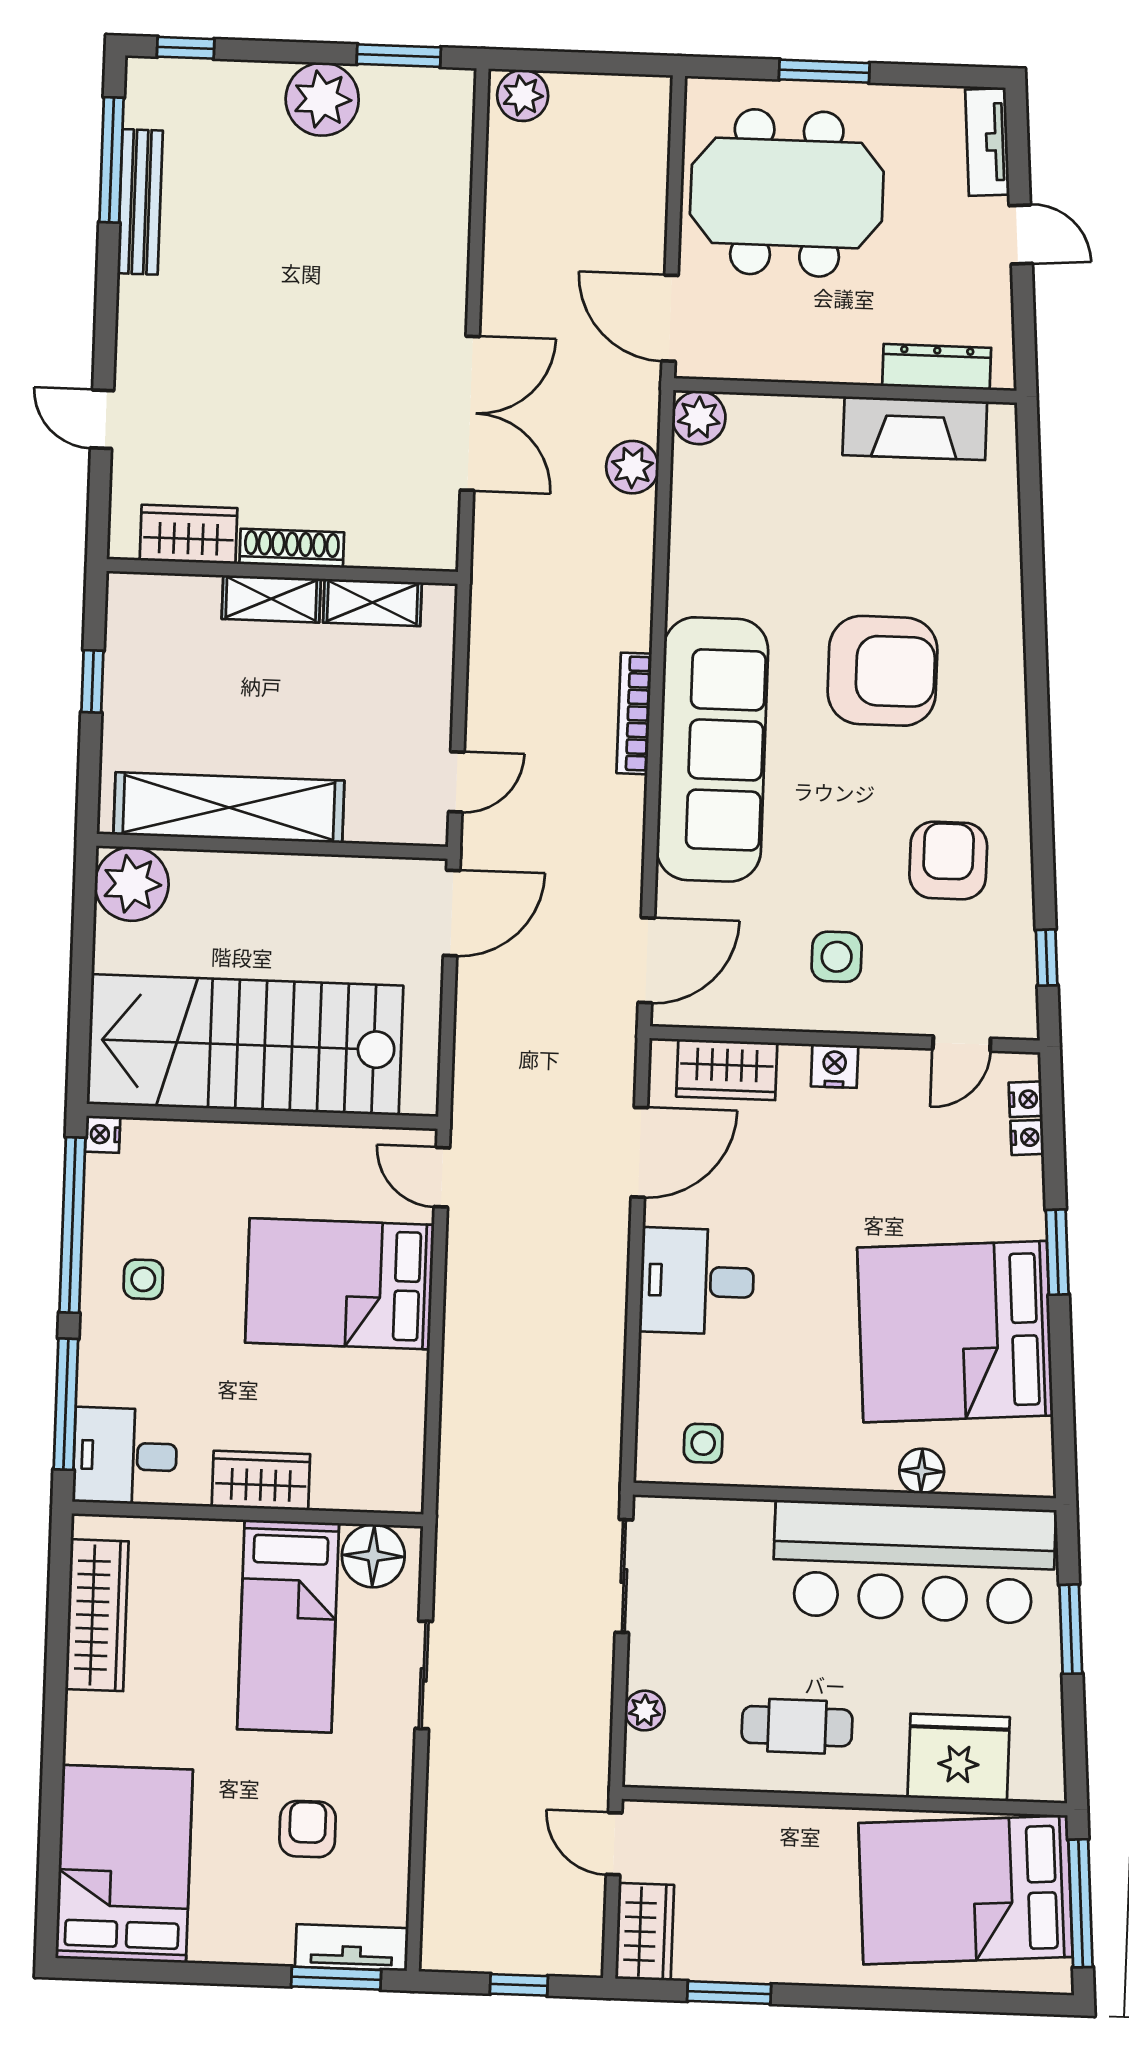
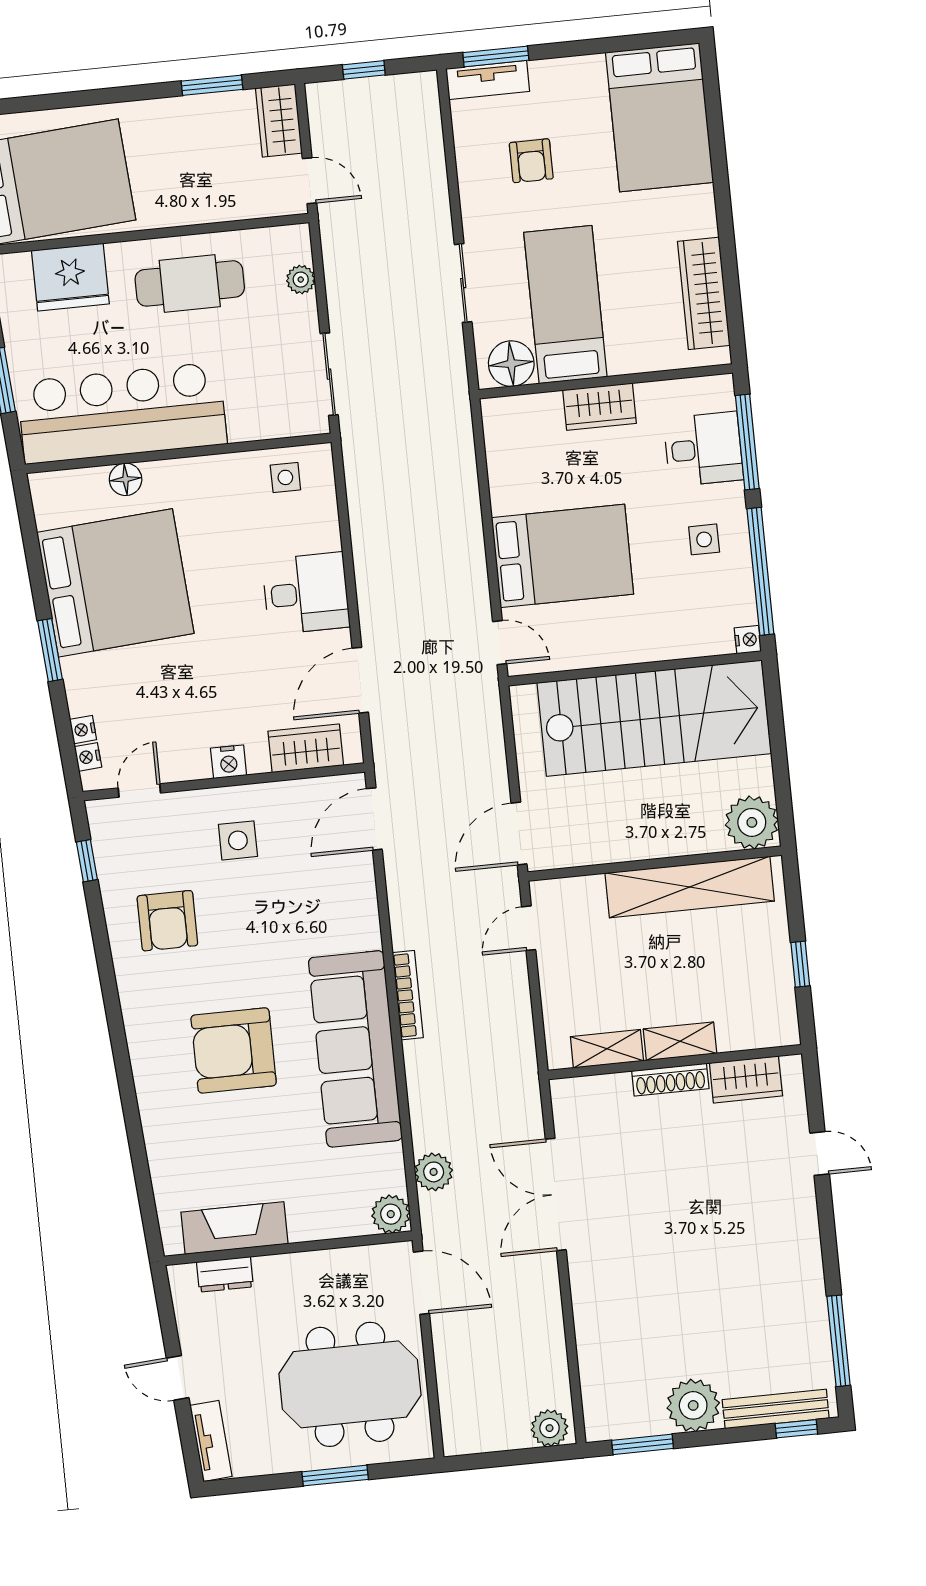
bench: (140, 202) -> (776, 1409), moved, turned 90
dresser: (937, 367) -> (225, 1274), width x0.70
sofa: (712, 749) -> (355, 1049), moved
desk: (125, 1456) -> (703, 449), moved
cafe table: (797, 1726) -> (190, 283), width x1.37, depth x1.35

